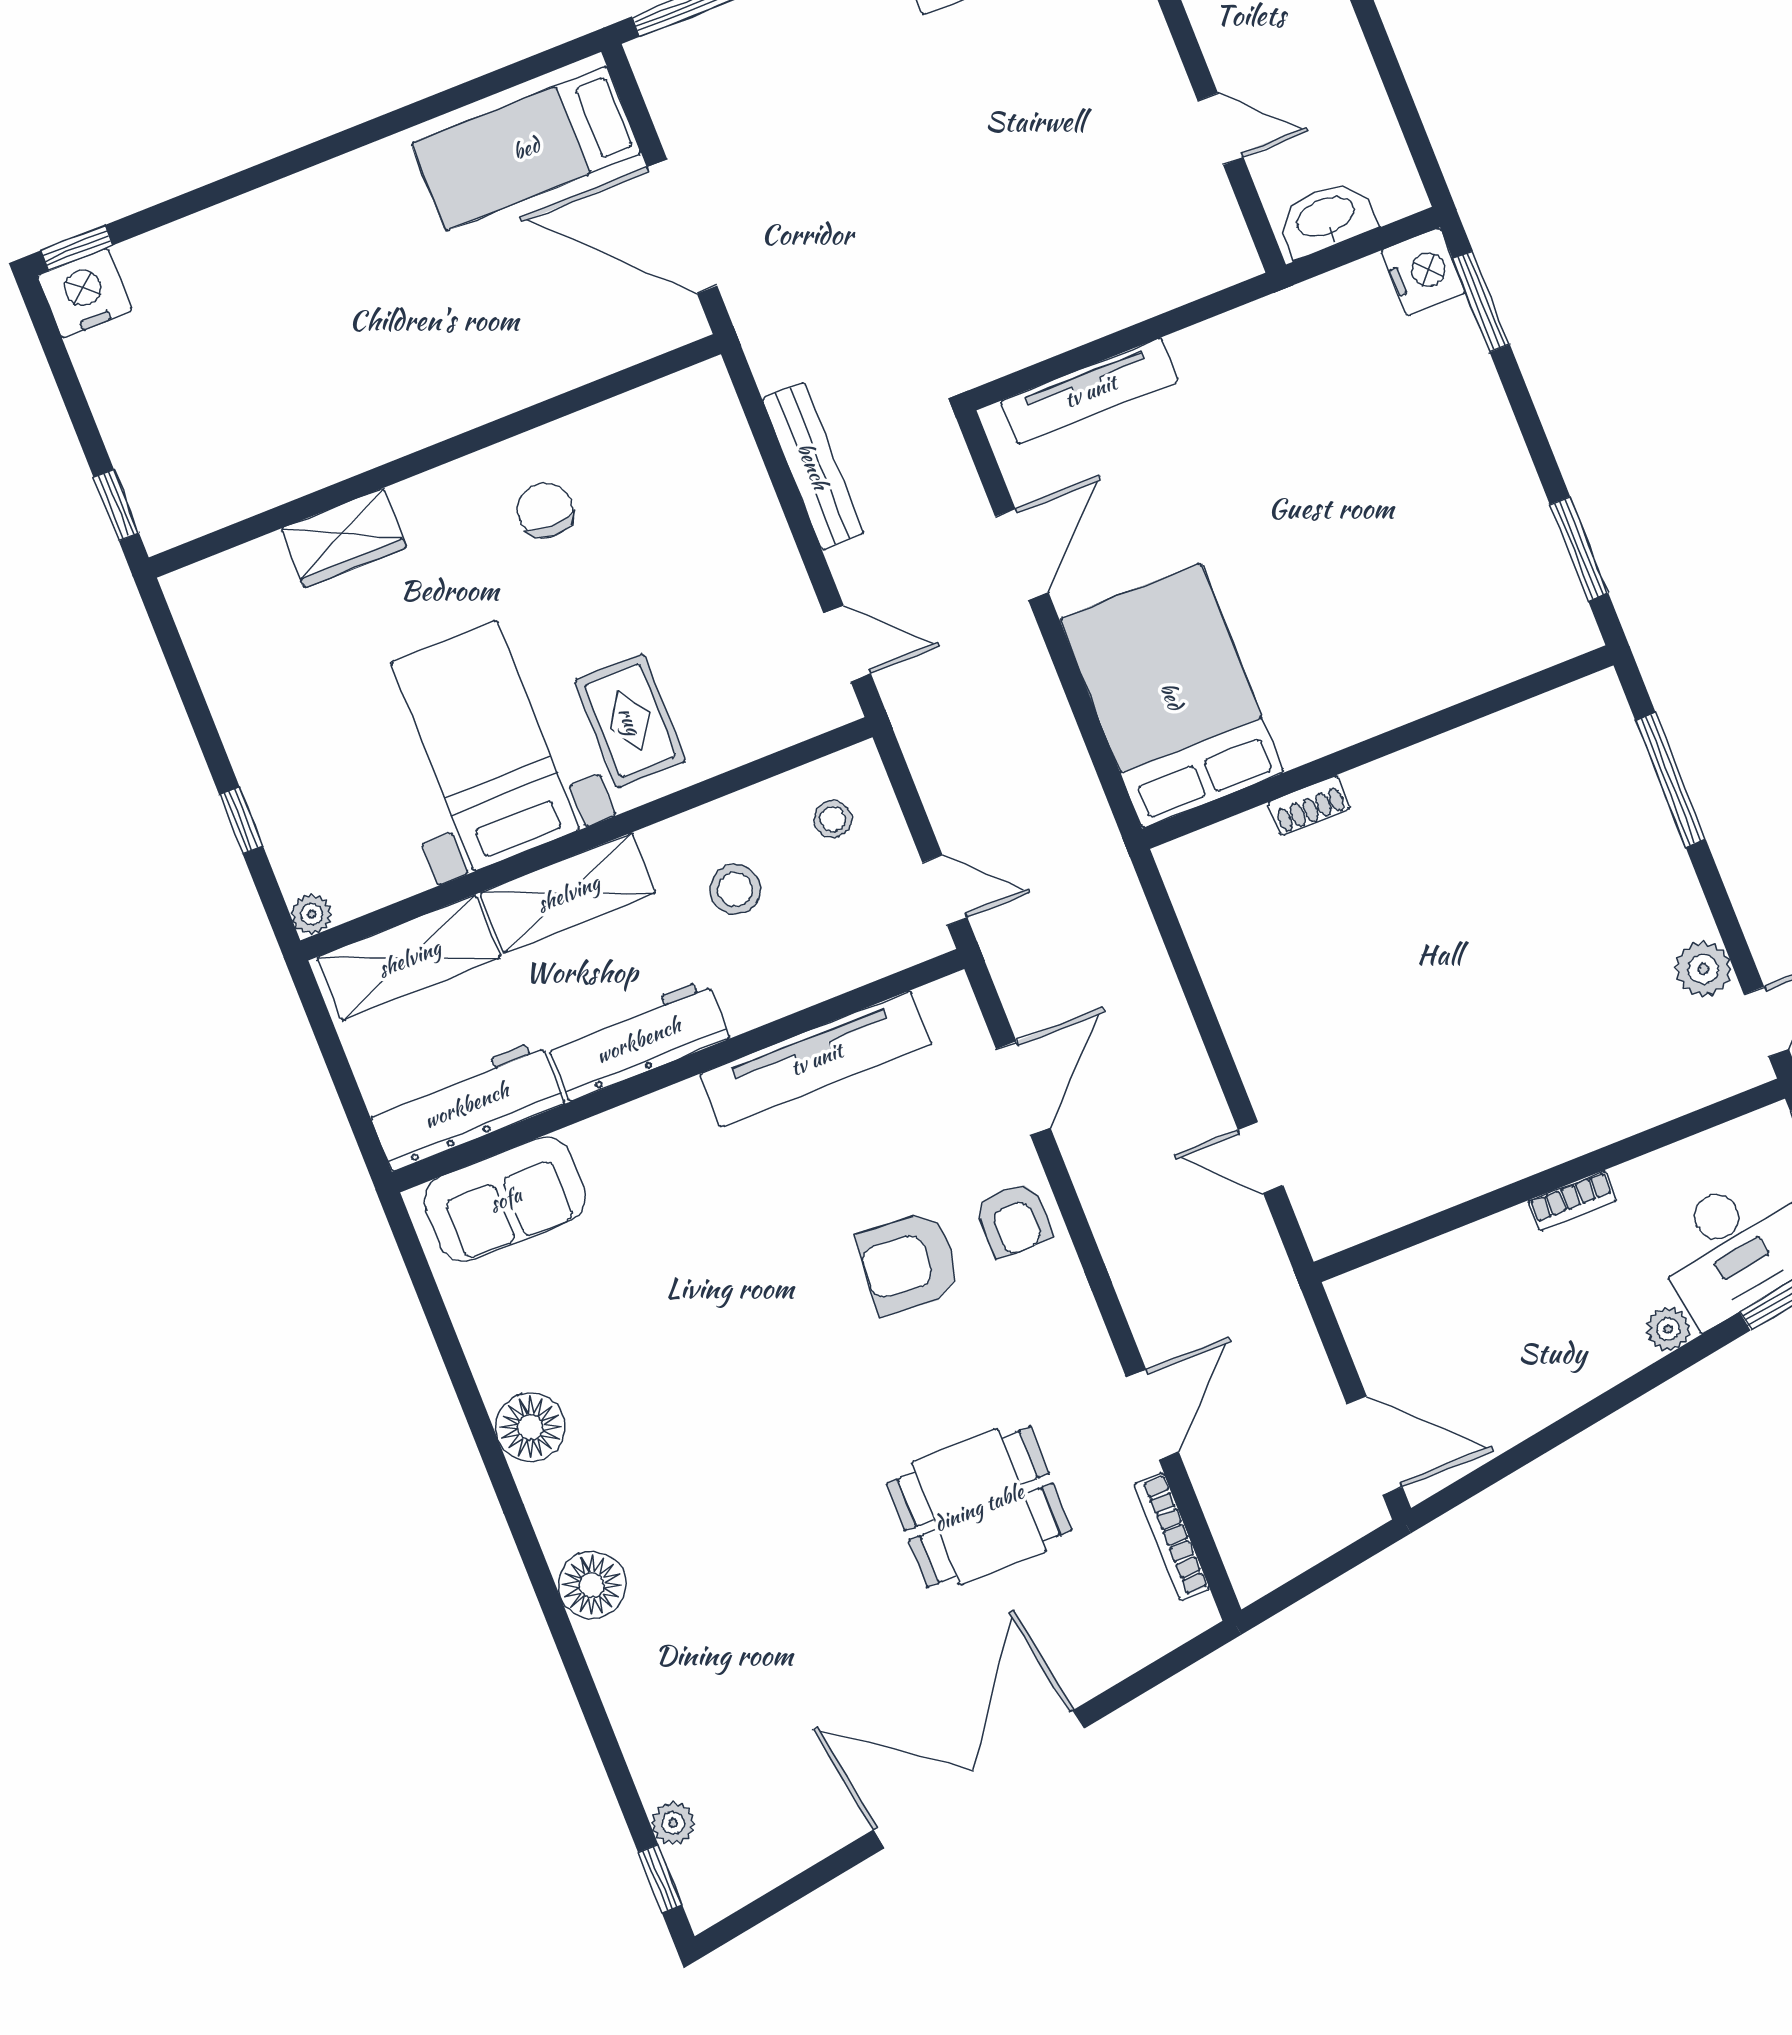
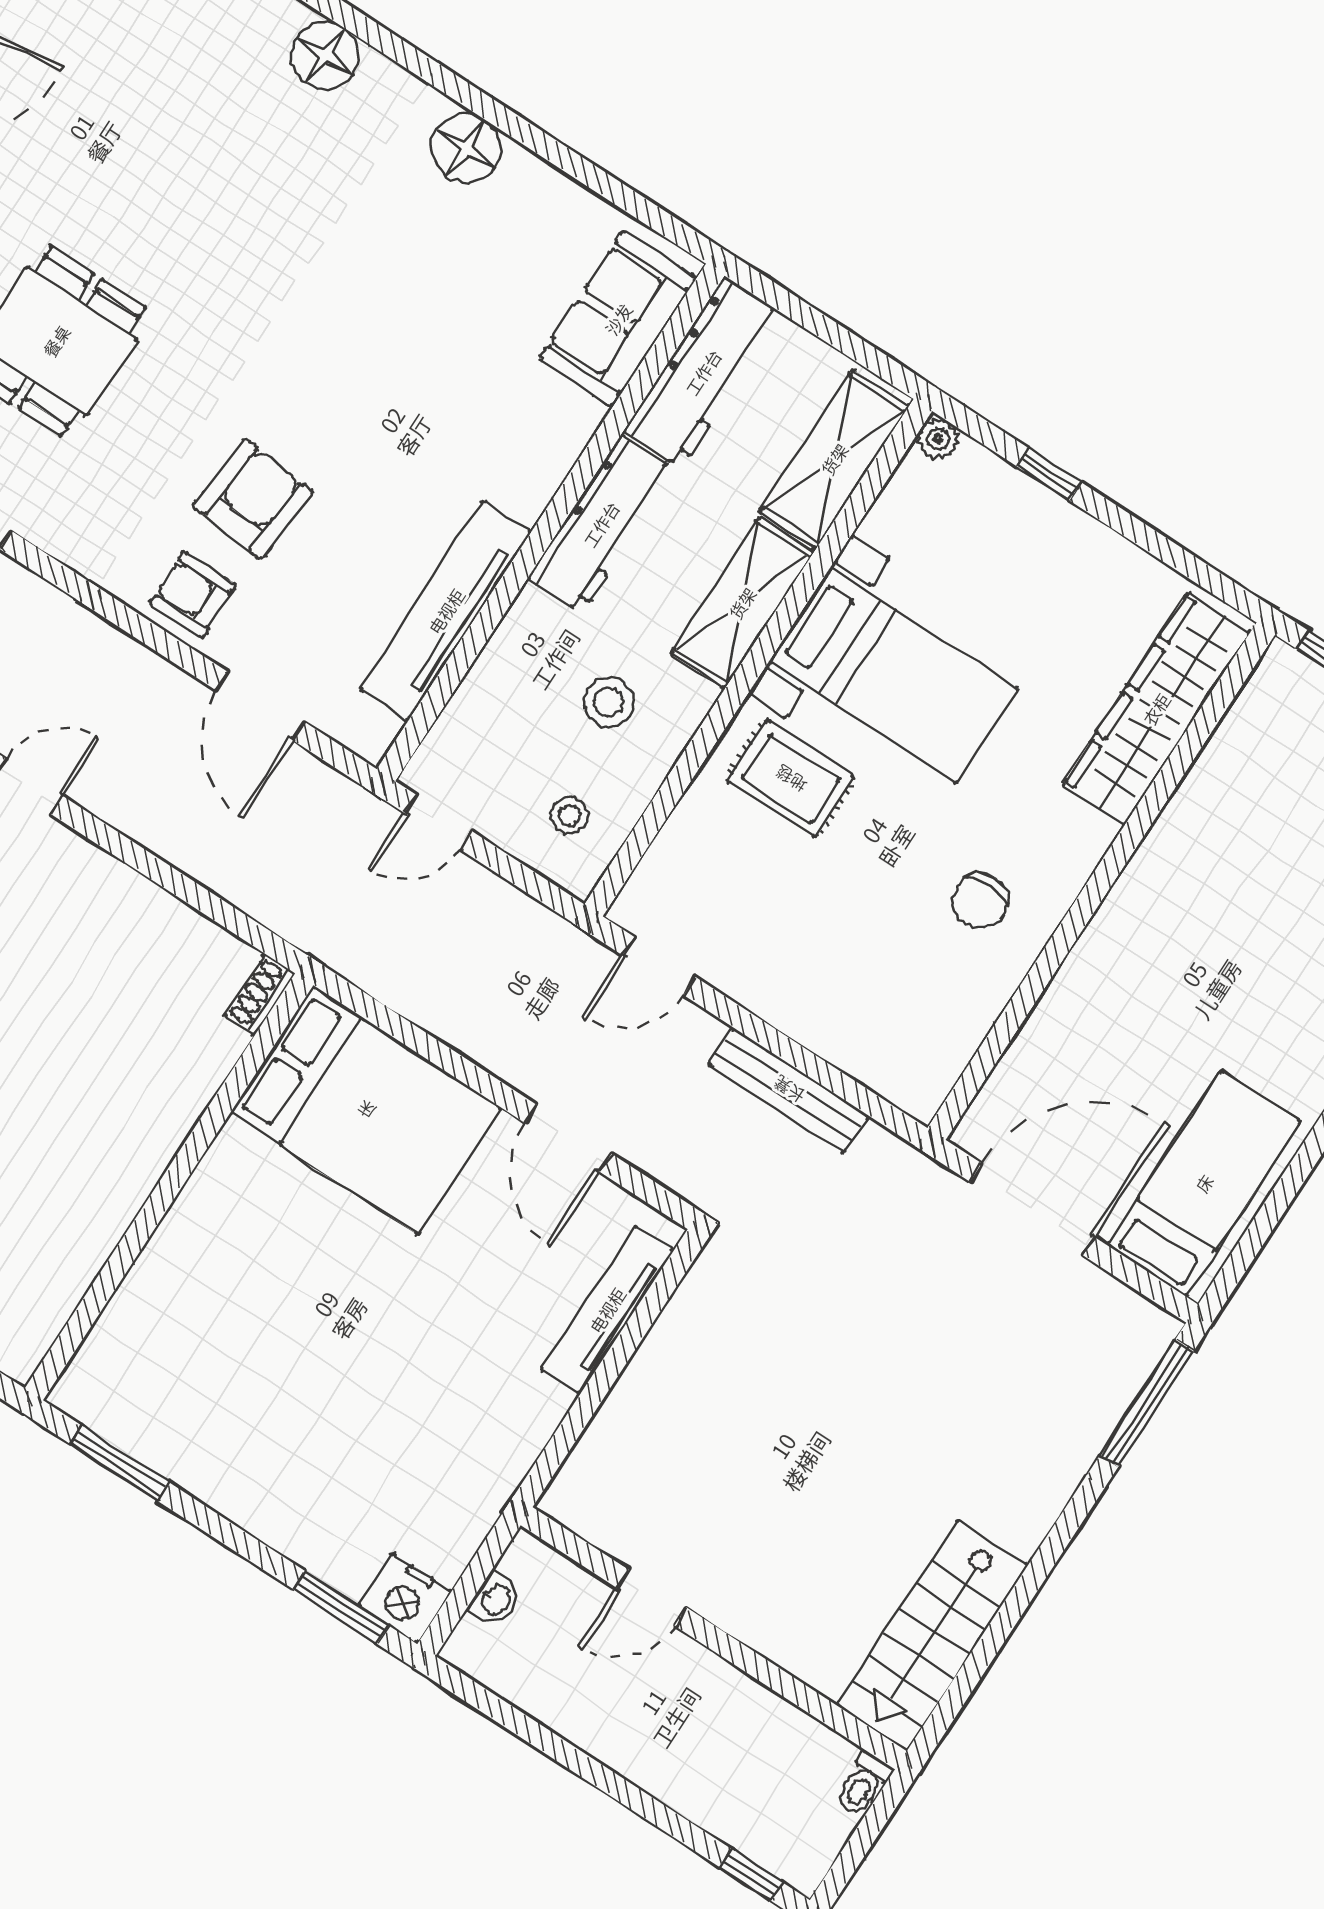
washbasin: (1326, 218) -> (495, 1600), width x0.52, depth x0.69
chair: (545, 510) -> (980, 901), turned 90
wardrobe: (344, 538) -> (1156, 709), width x2.10, depth x1.17
shoe rack: (1309, 805) -> (260, 995), moved

